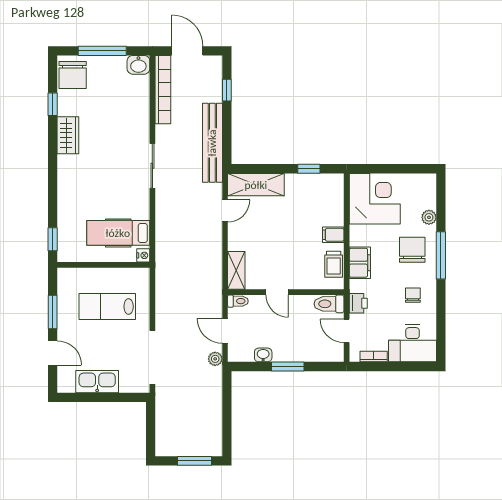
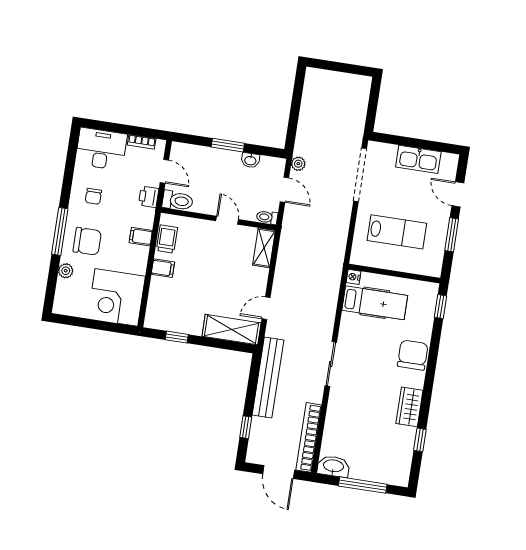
washbasin: (138, 65) -> (333, 466), width x1.38
chair: (73, 75) -> (413, 355), moved
chair: (412, 250) -> (87, 241), turned -90
filing cabinet: (360, 263) -> (141, 237), width x0.50
window: (194, 461) -> (334, 66), removed

